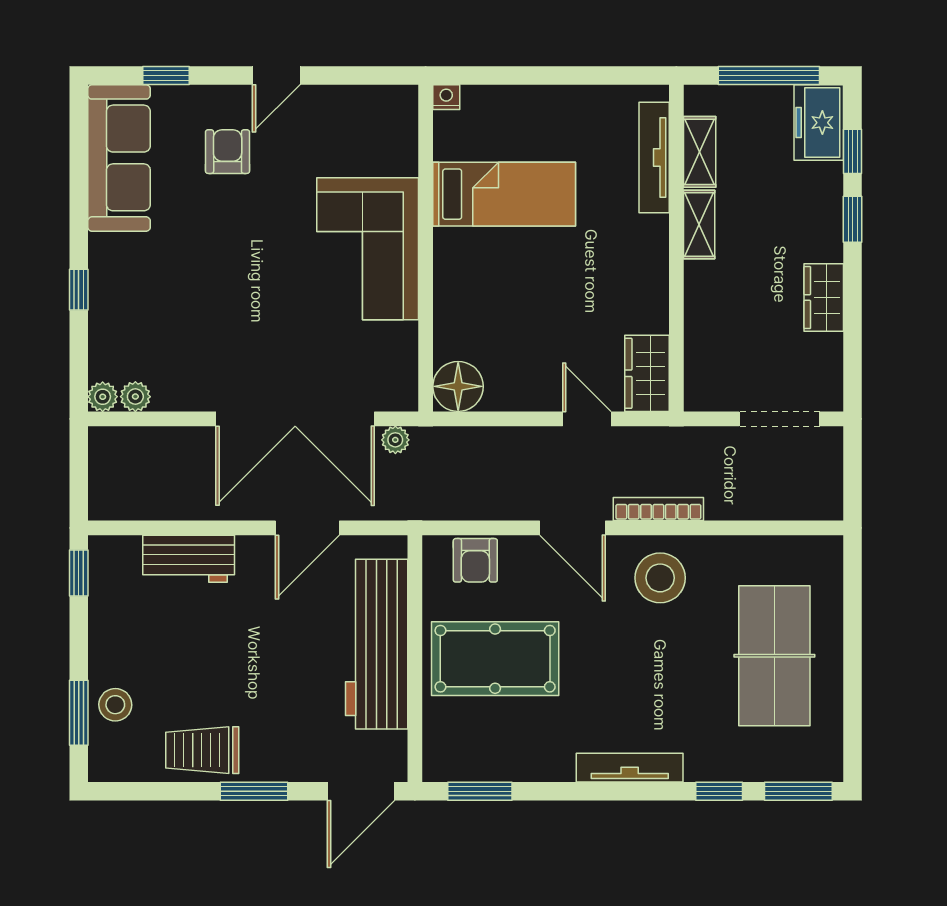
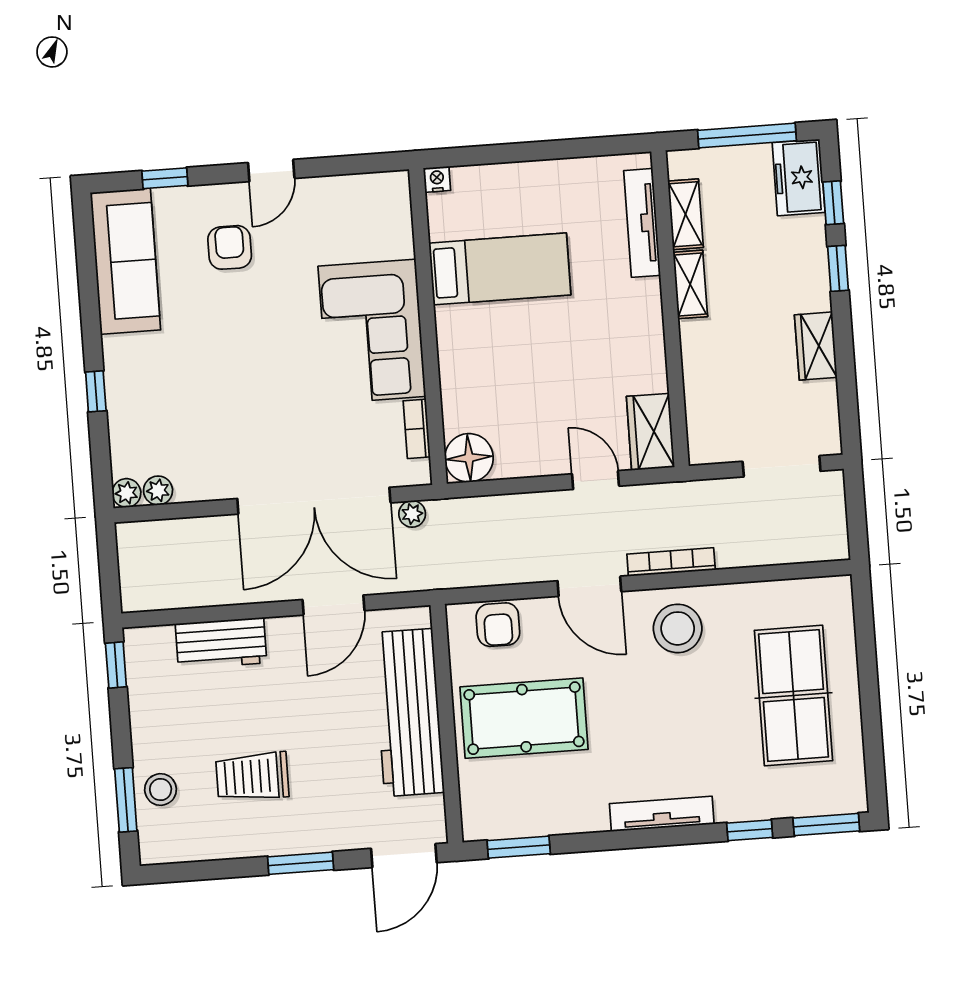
bookcase: (406, 353) -> (417, 429), added
trolley: (202, 750) -> (252, 777), moved

